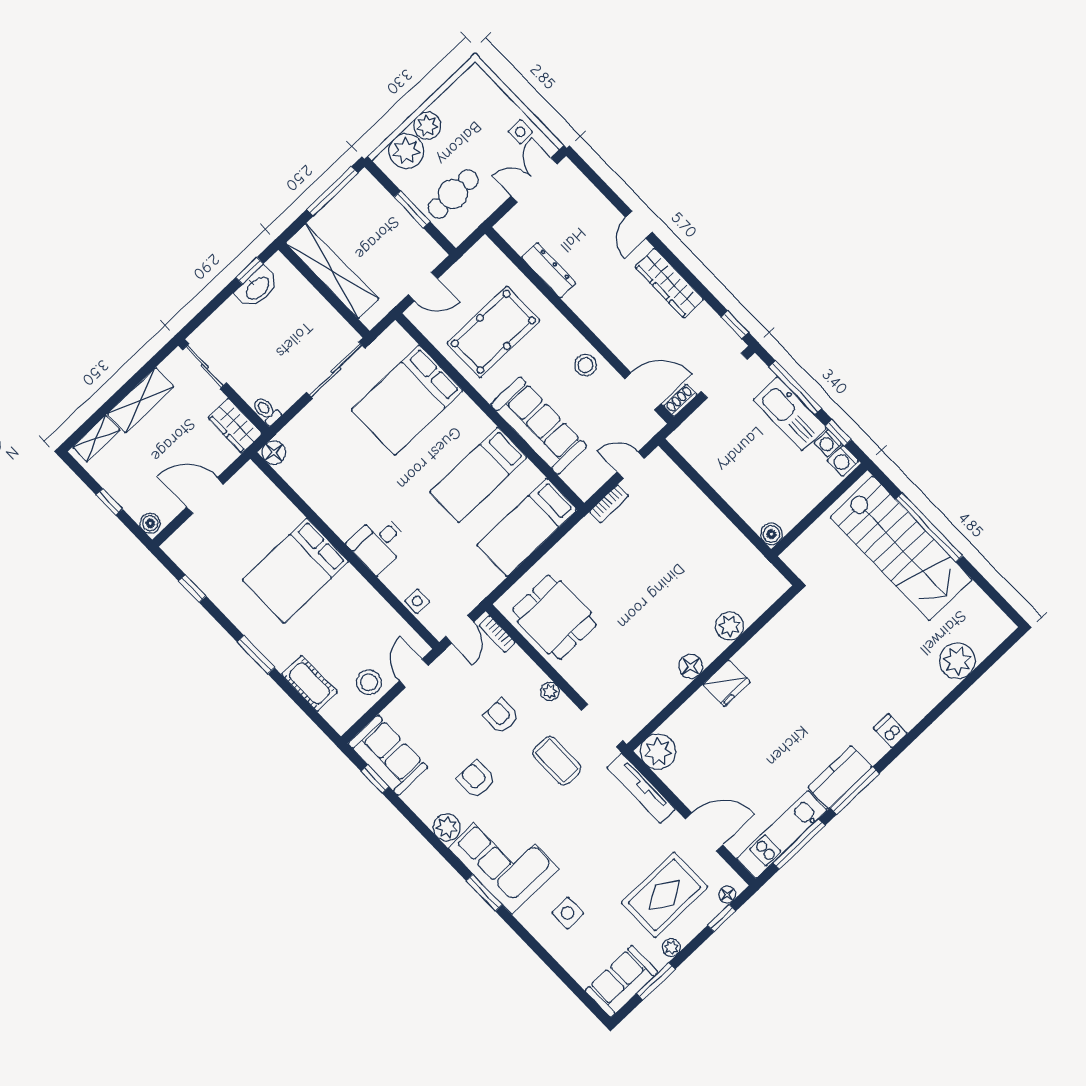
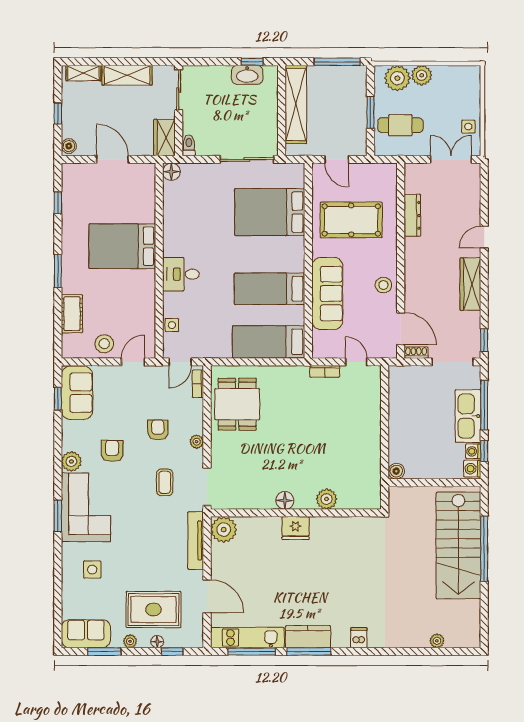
plant: (957, 661) -> (437, 641), width x0.53, depth x0.53
coffee table: (557, 761) -> (165, 482), width x0.73, depth x0.77
floor lamp: (727, 895) -> (157, 642), moved

